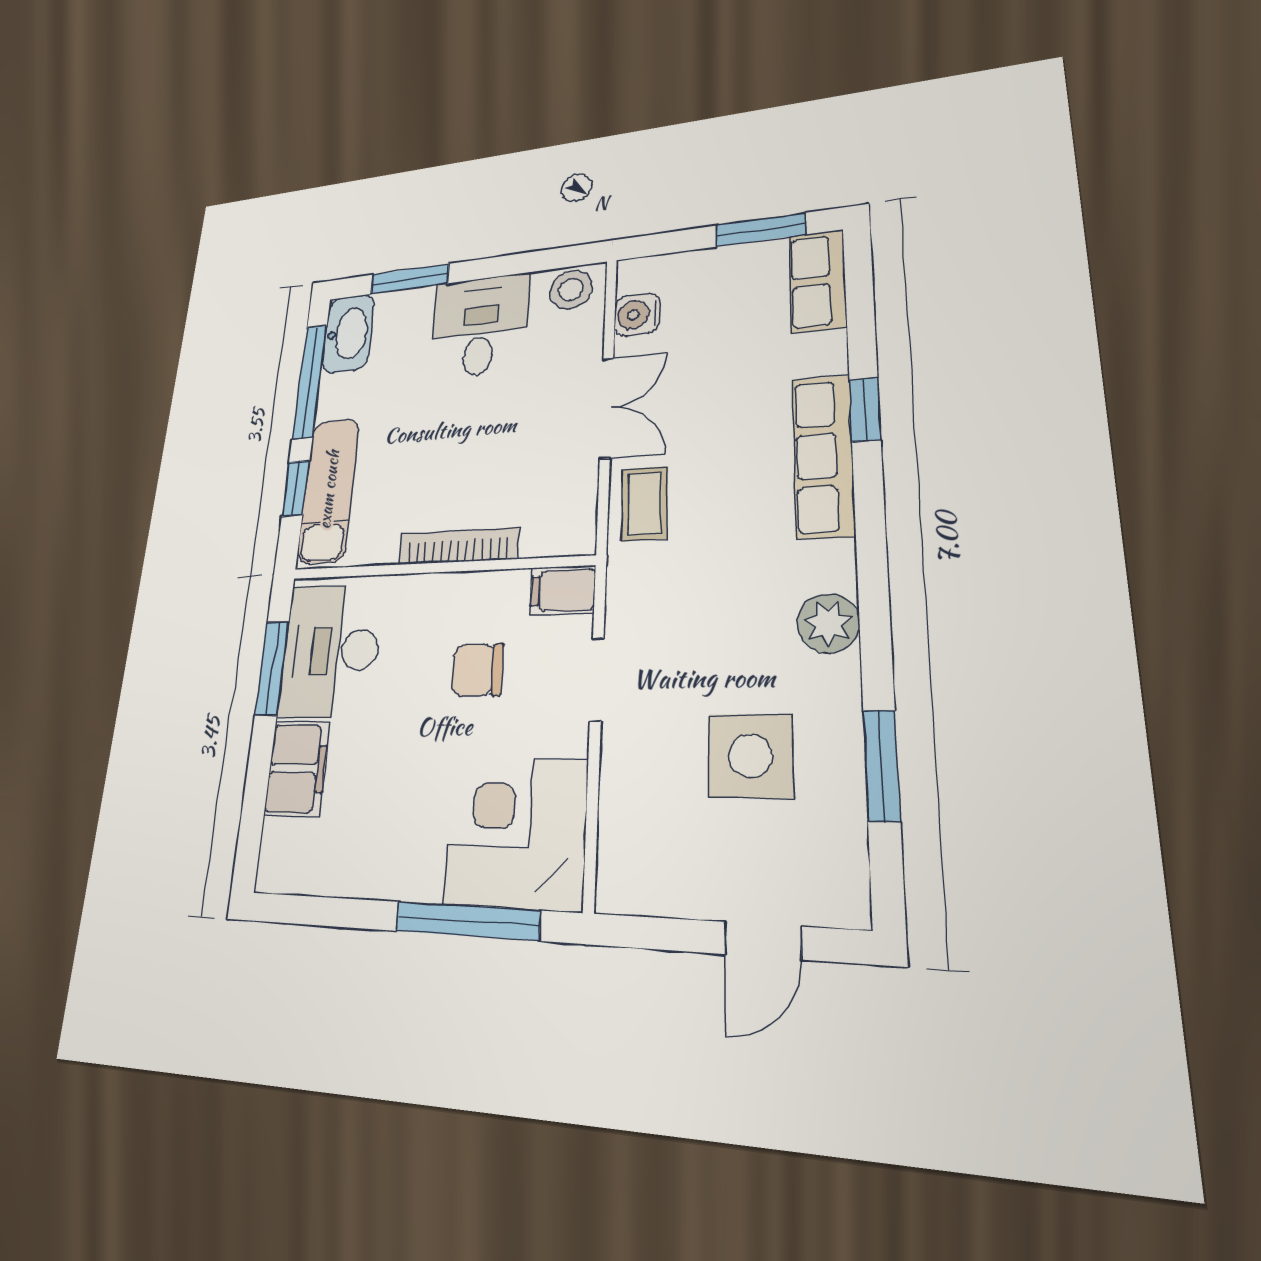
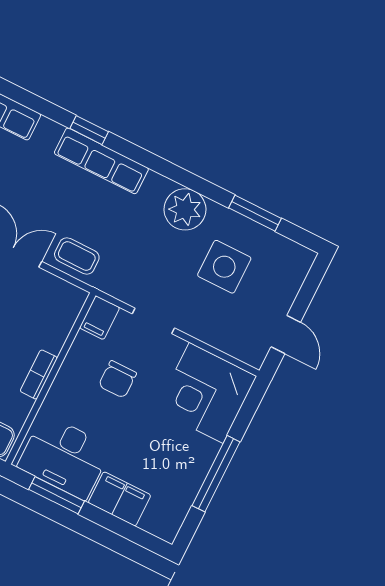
bookcase: (458, 546) -> (39, 374), width x0.64
plant: (828, 623) -> (185, 209), width x1.36, depth x1.36
window: (467, 921) -> (216, 474), moved
door: (763, 940) -> (286, 334), moved

